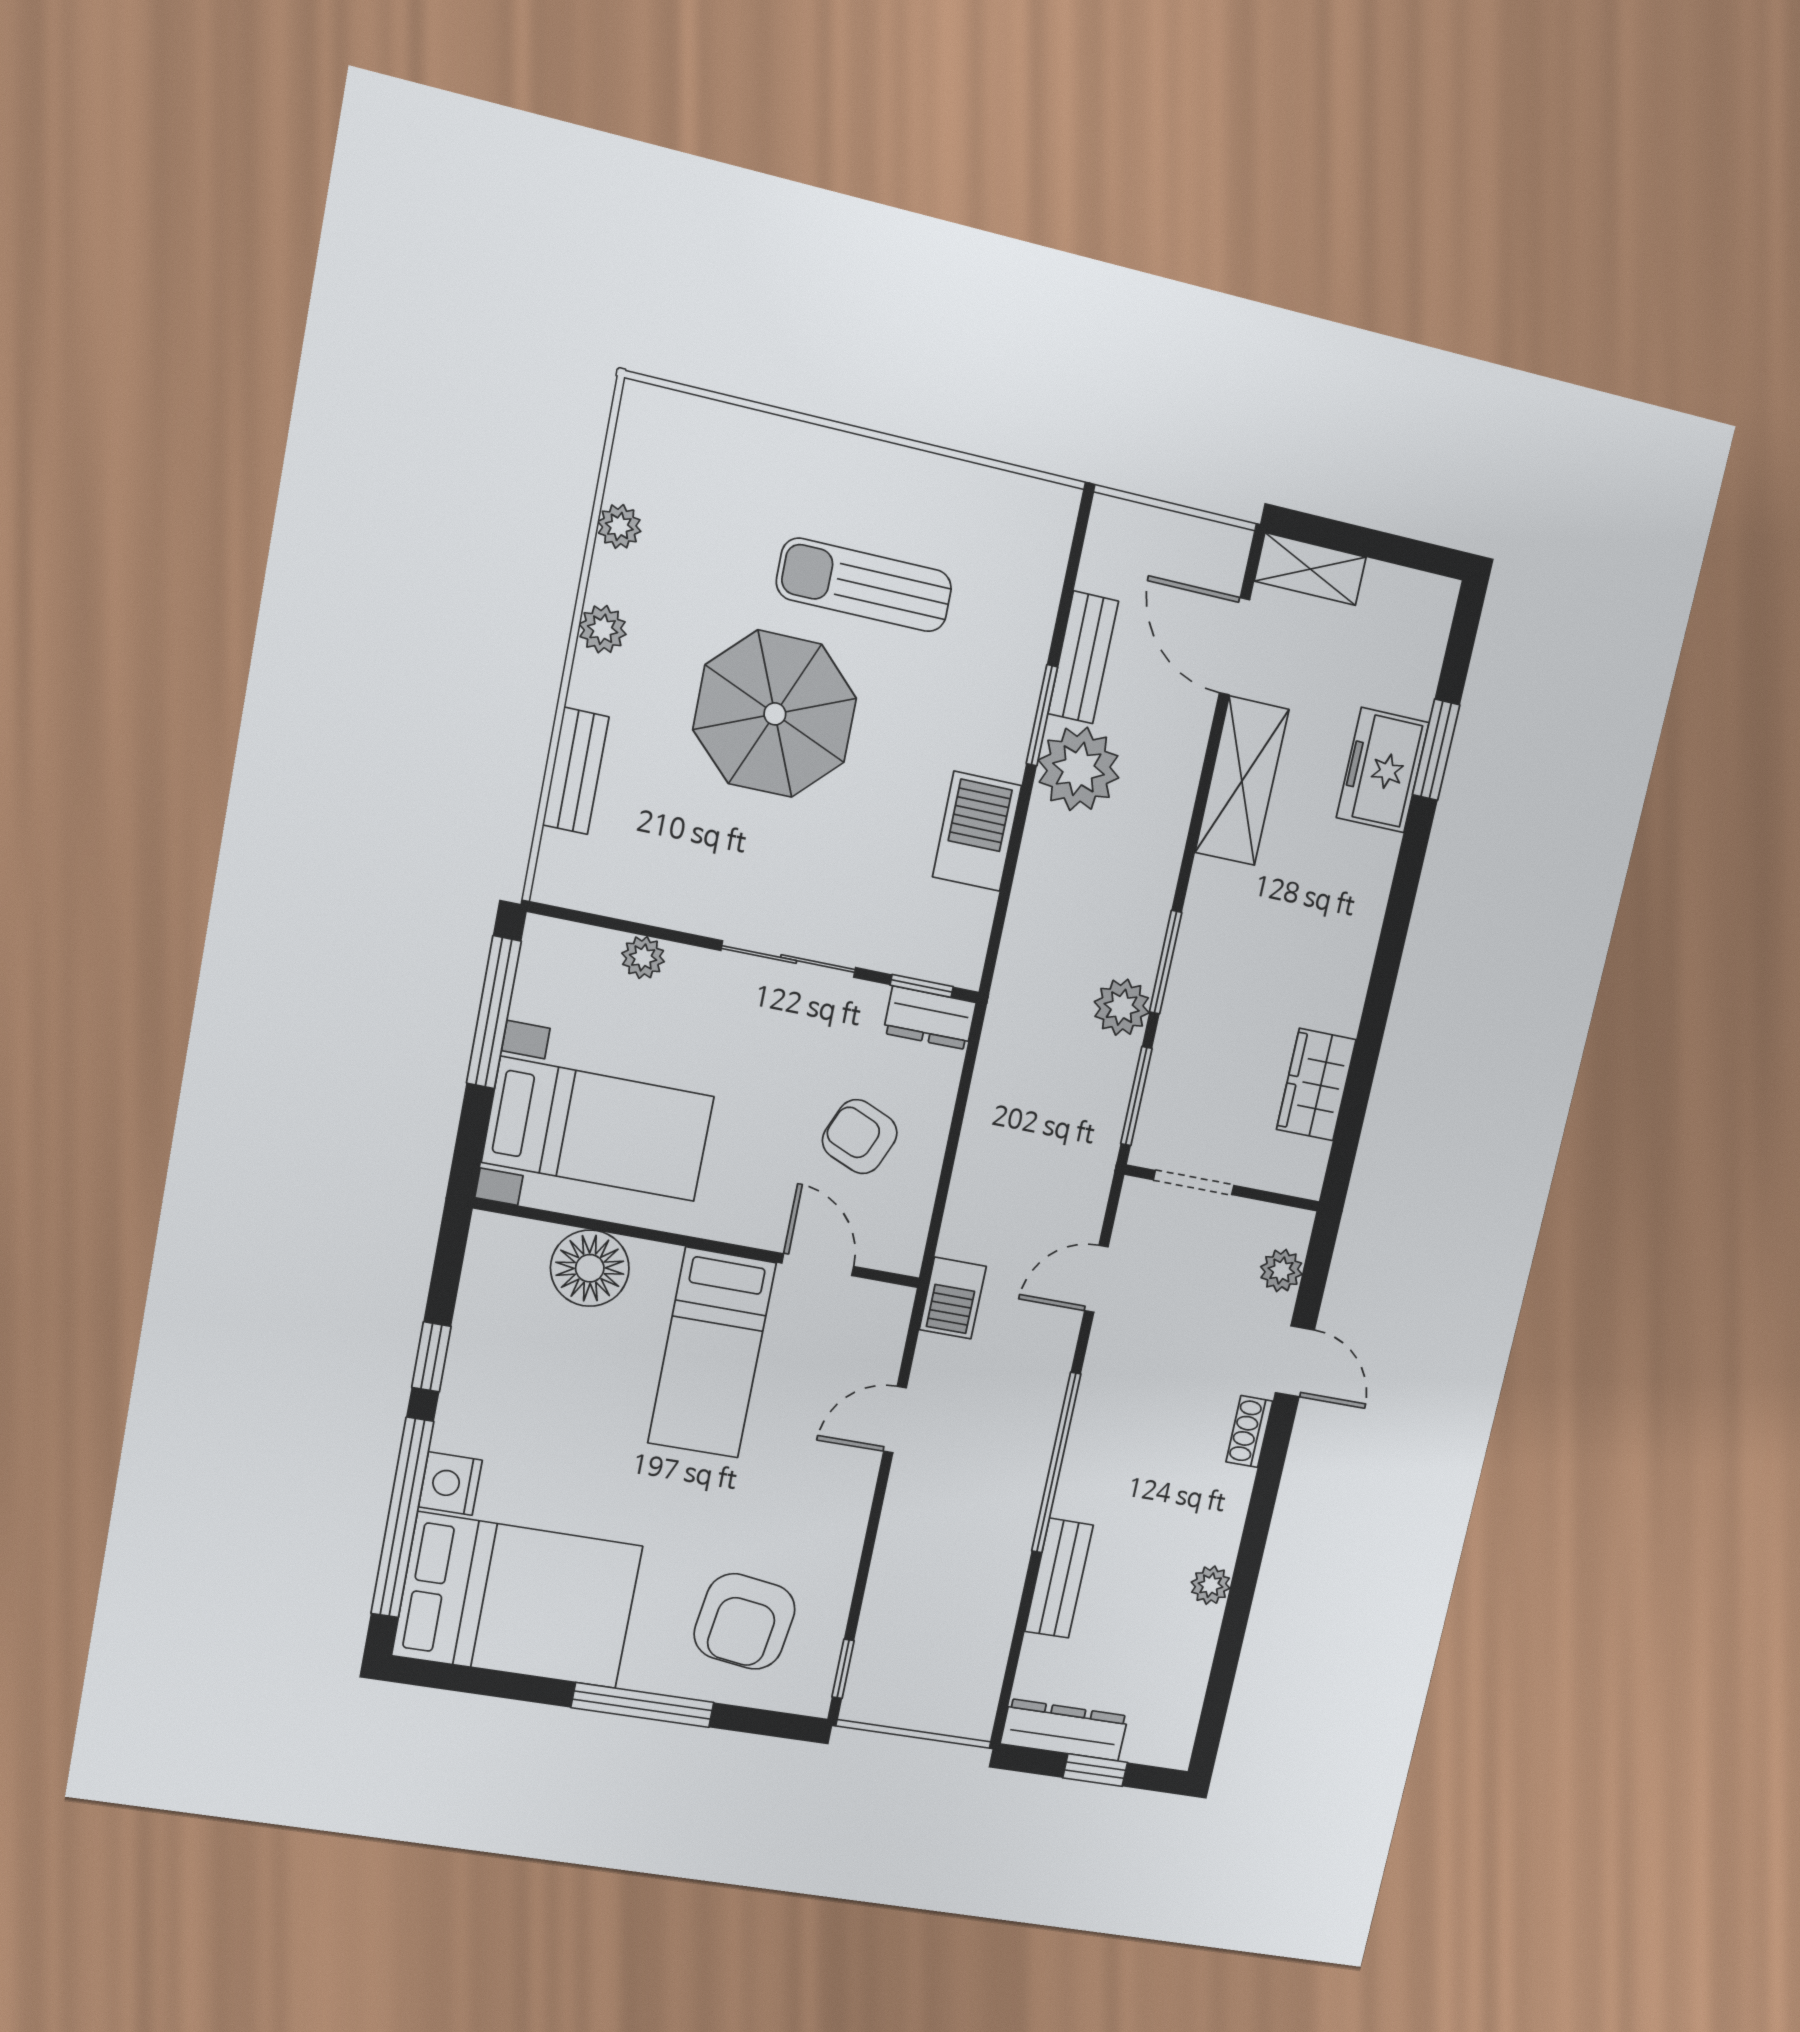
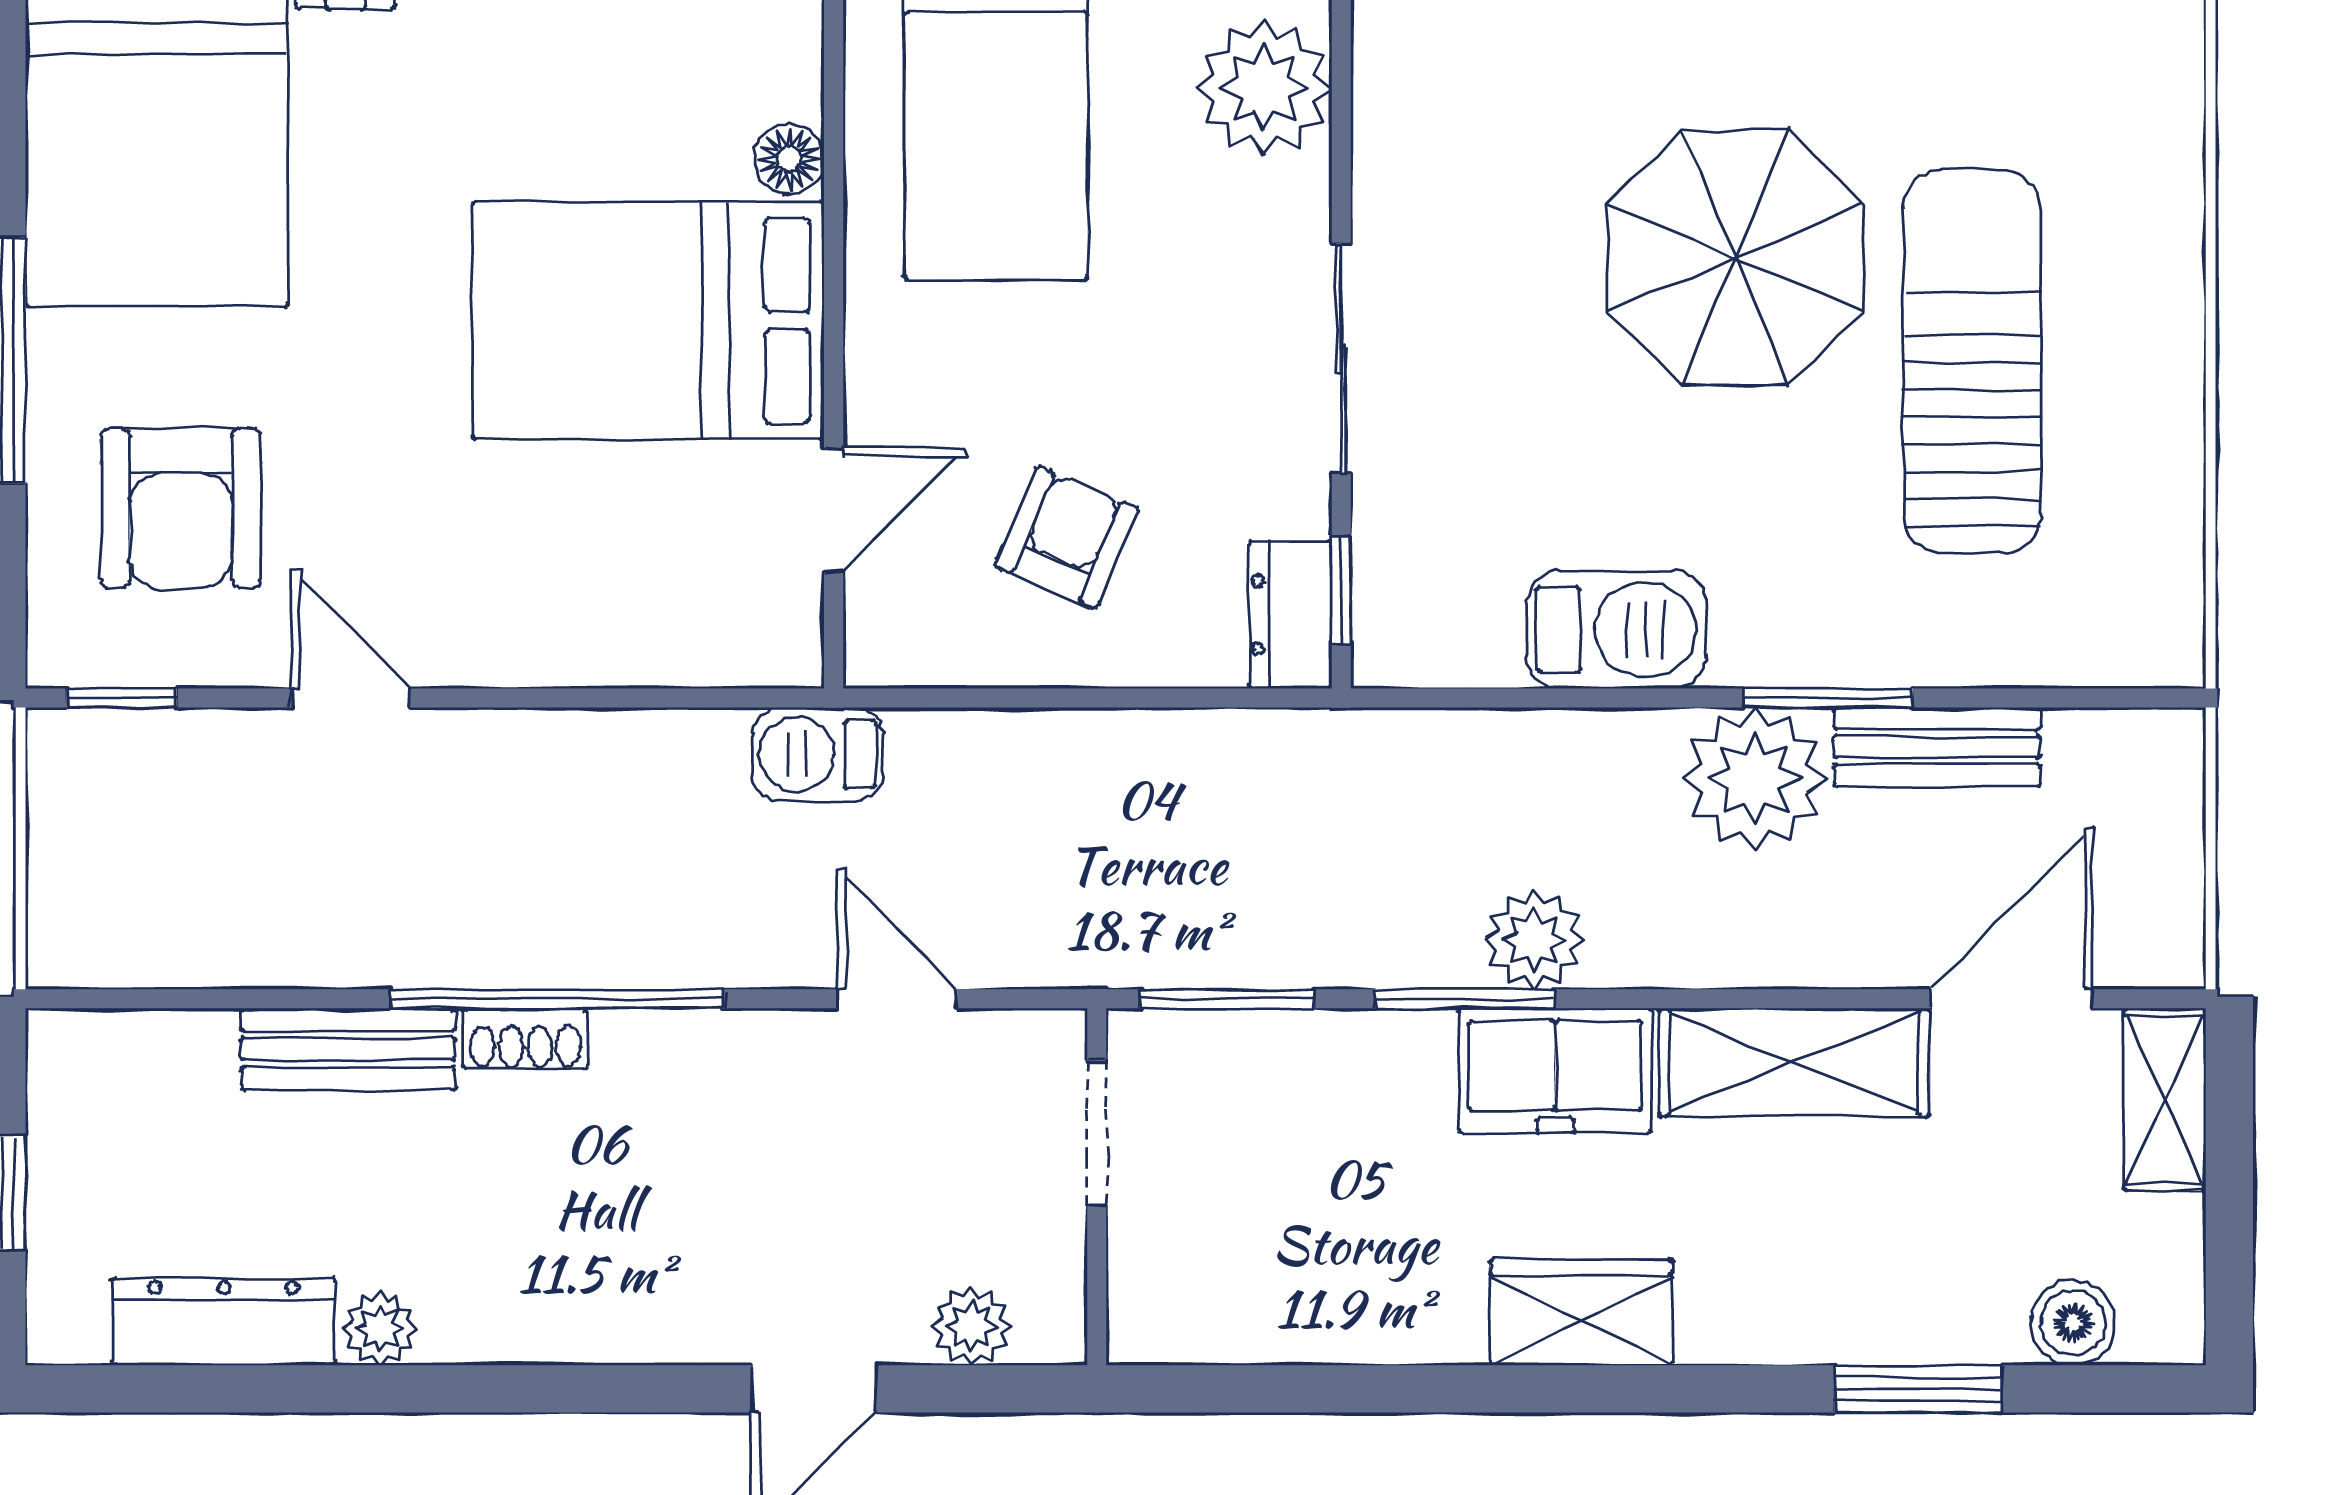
sun lounger: (864, 585) -> (1972, 362), width x1.36, depth x1.34
boiler: (1421, 652) -> (2073, 1323), added
freezer: (1383, 770) -> (1555, 1071), moved, turned 180
plant: (643, 957) -> (1264, 88), width x1.87, depth x1.87
plant: (1122, 1007) -> (1534, 940), moved
wardrobe: (1316, 1085) -> (1581, 1312), moved
floor lamp: (590, 1268) -> (789, 159), width x0.53, depth x0.53
bed: (712, 1353) -> (648, 320), width x1.50
door: (895, 1420) -> (351, 698), moved
shoe rack: (1249, 1431) -> (525, 1038), moved, turned 180
armchair: (745, 1622) -> (181, 508), turned -98
dresser: (1064, 1730) -> (224, 1322), moved, turned -90

